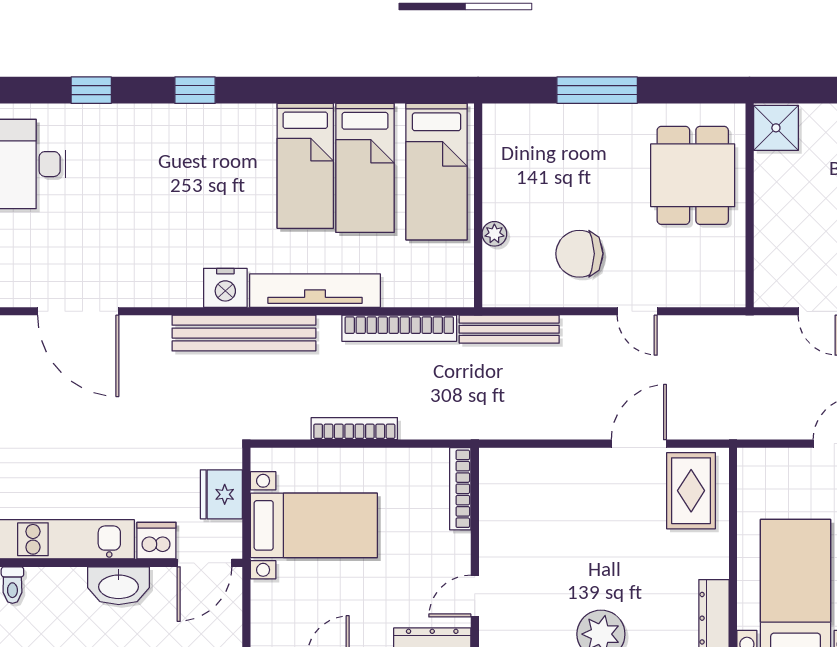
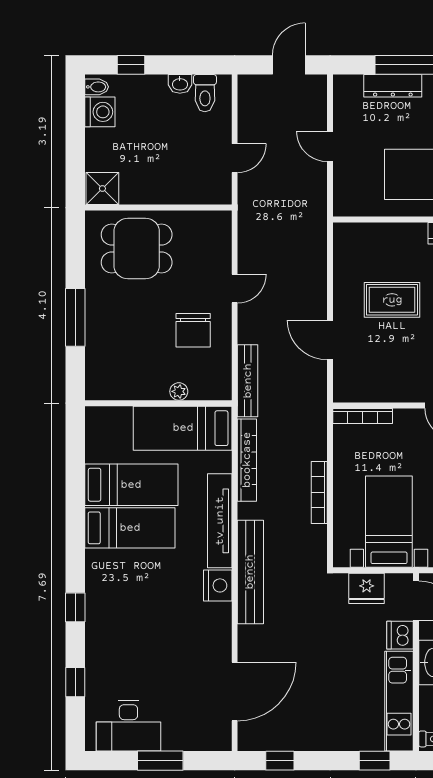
bed: (437, 172) -> (183, 428), moved, turned 180
door: (639, 444) -> (330, 340), moved
rug: (691, 491) -> (392, 300), moved

